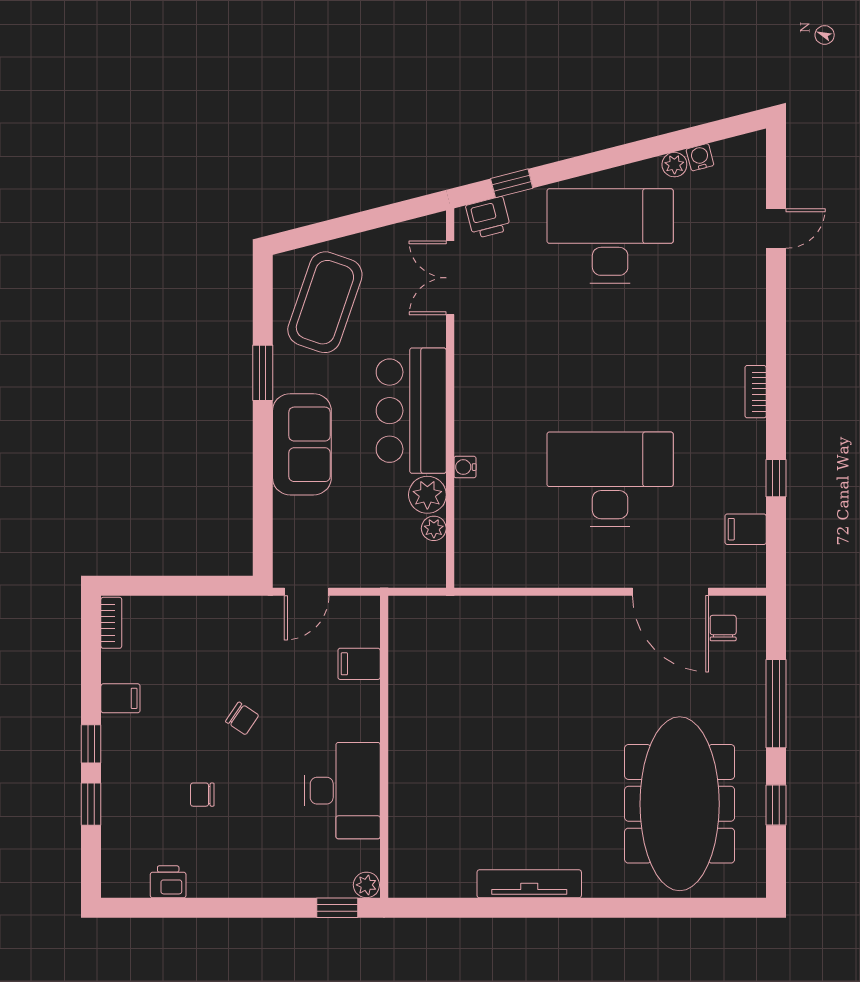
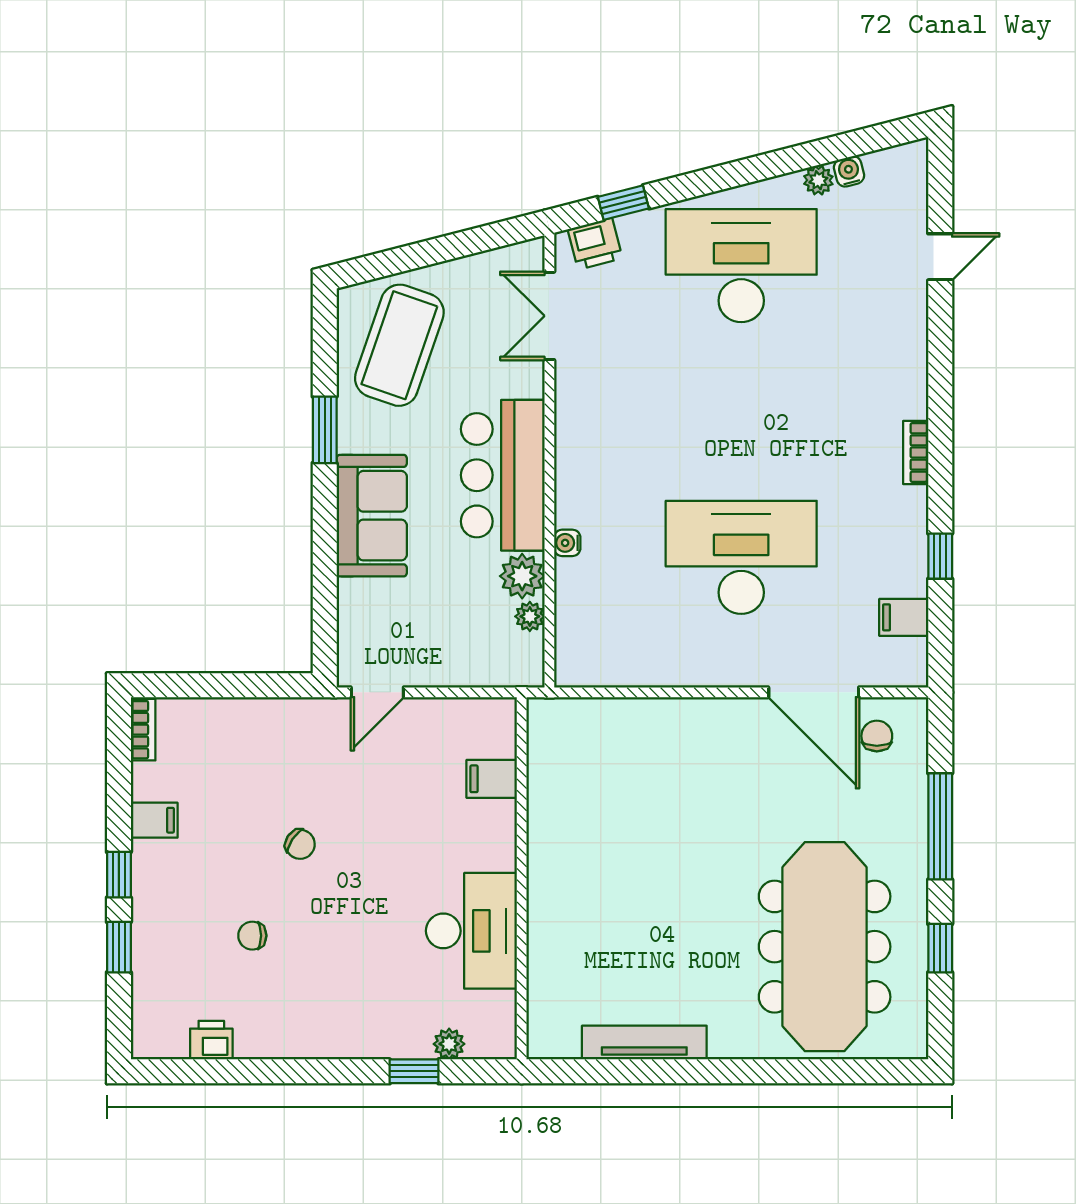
filing cabinet: (359, 664) -> (492, 779), moved
wall: (384, 747) -> (522, 878), moved
desk: (342, 791) -> (471, 931), moved

